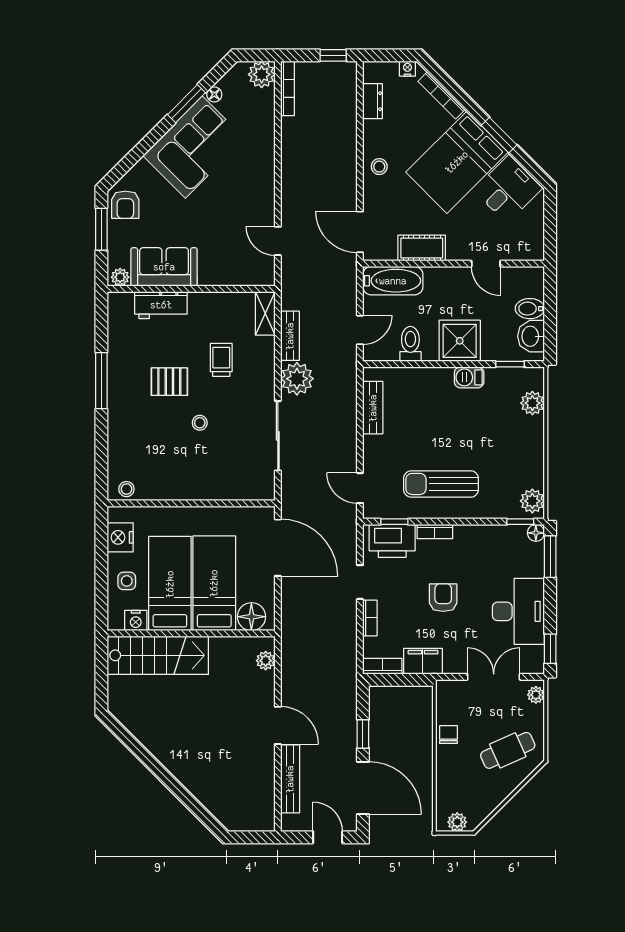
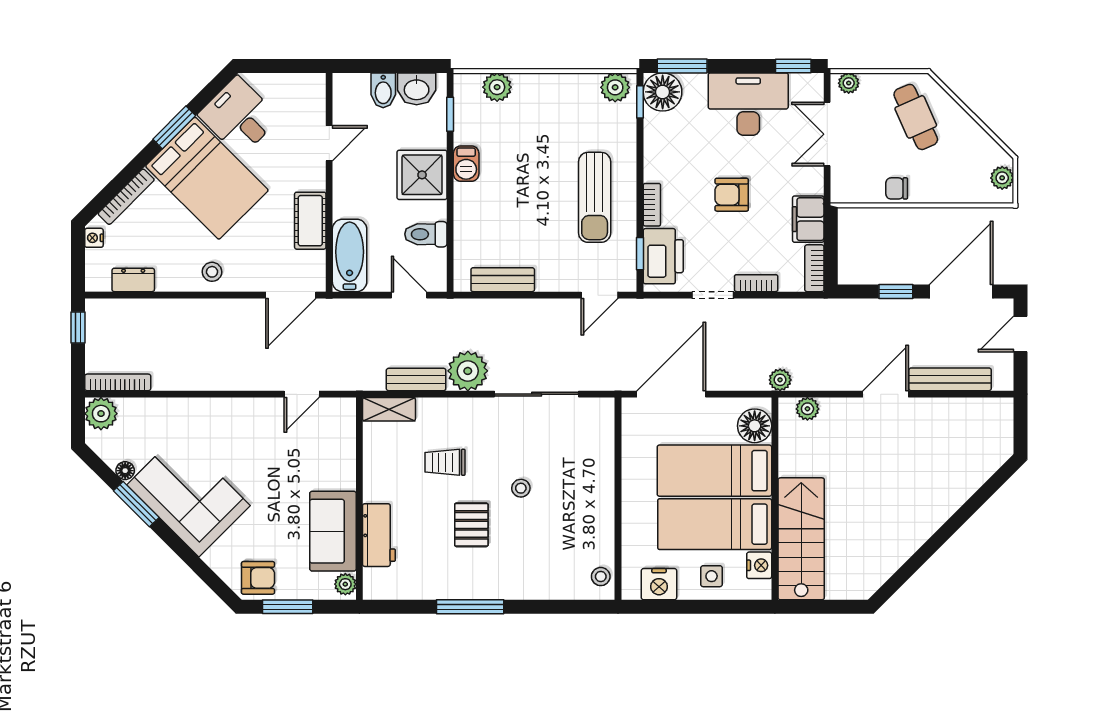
floor lamp: (536, 533) -> (663, 92), width x1.89, depth x1.89
plant: (290, 638) -> (780, 380), added

